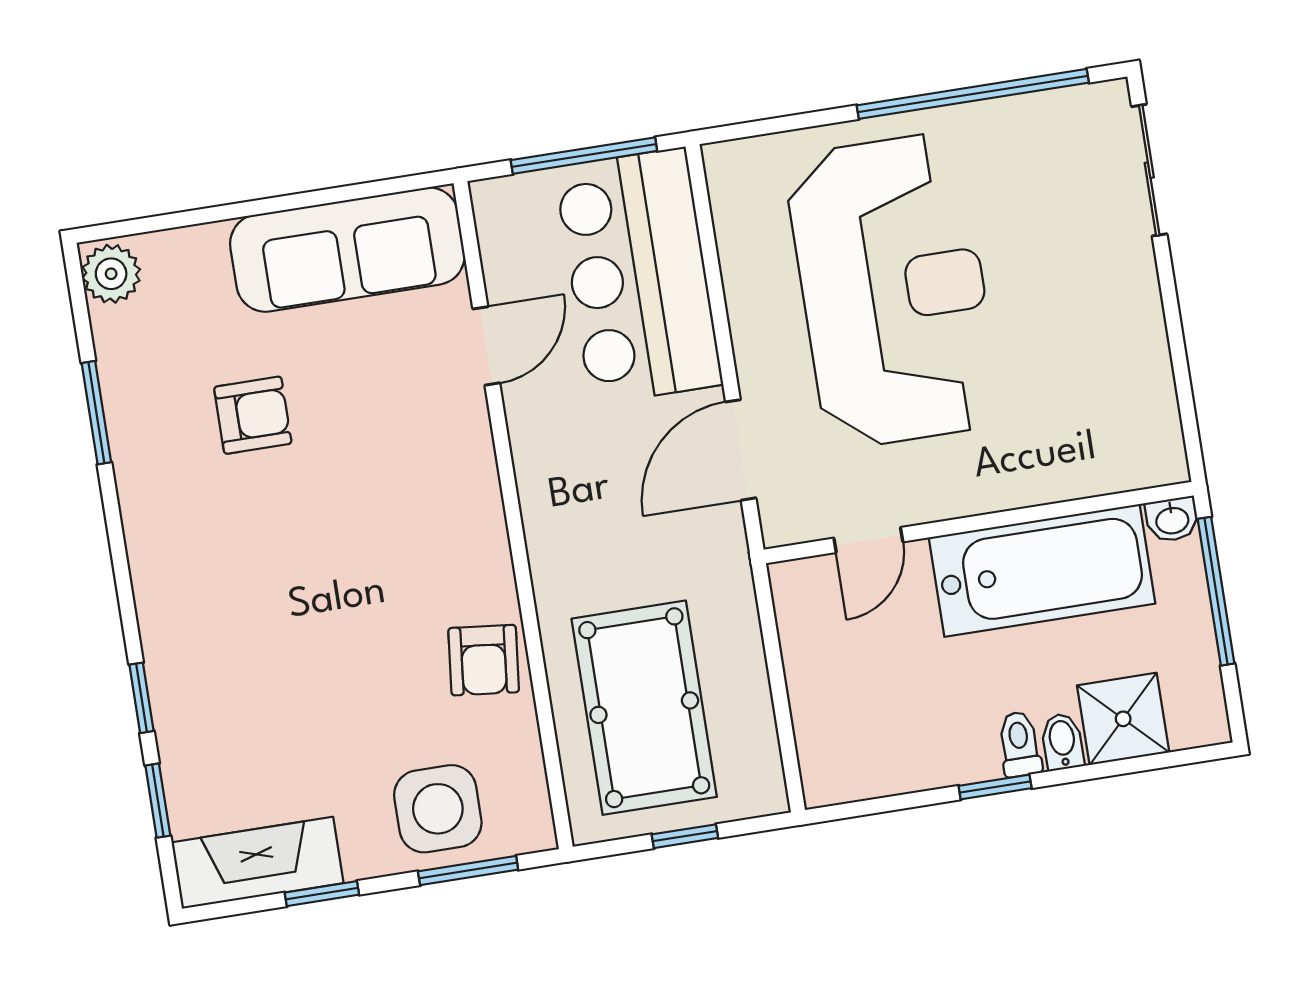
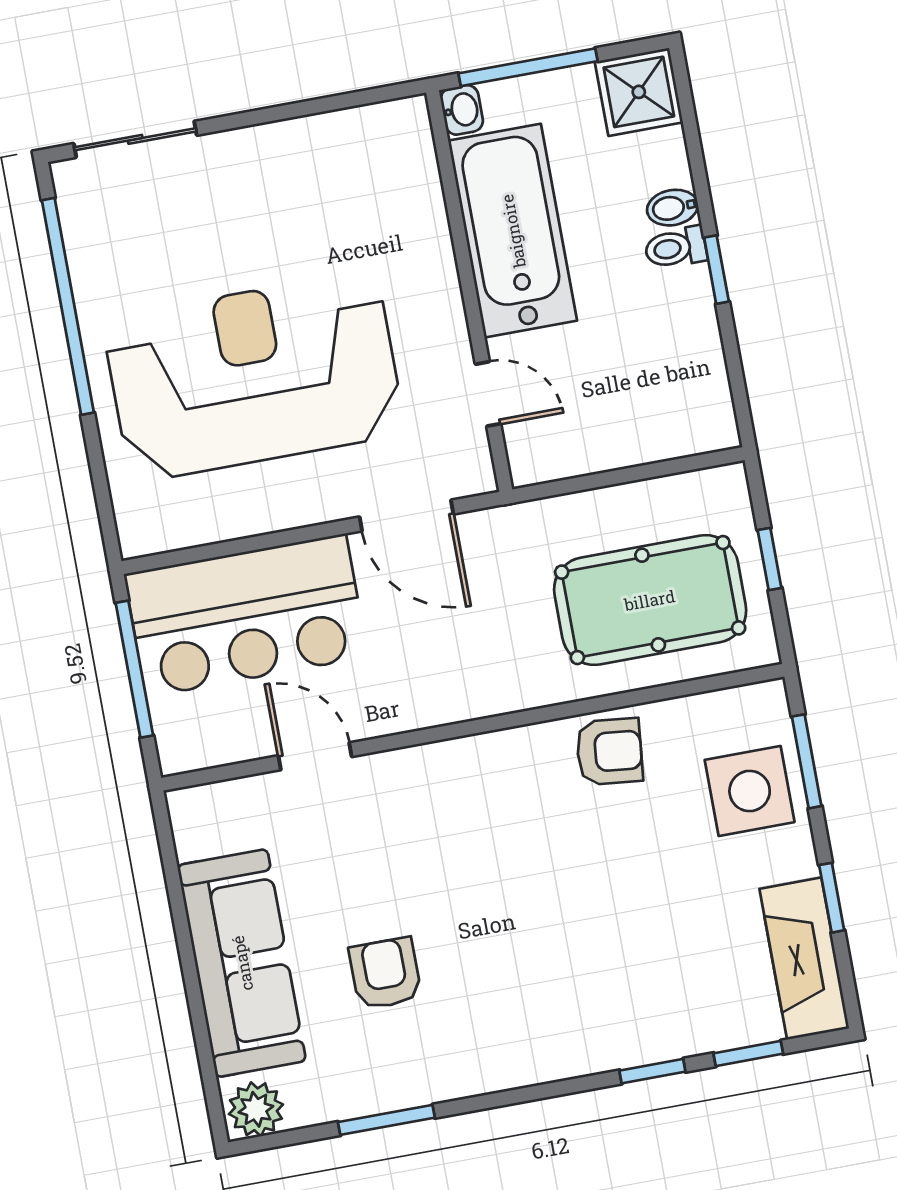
sofa: (347, 250) -> (242, 963), moved
shower: (1123, 719) -> (639, 92), moved

